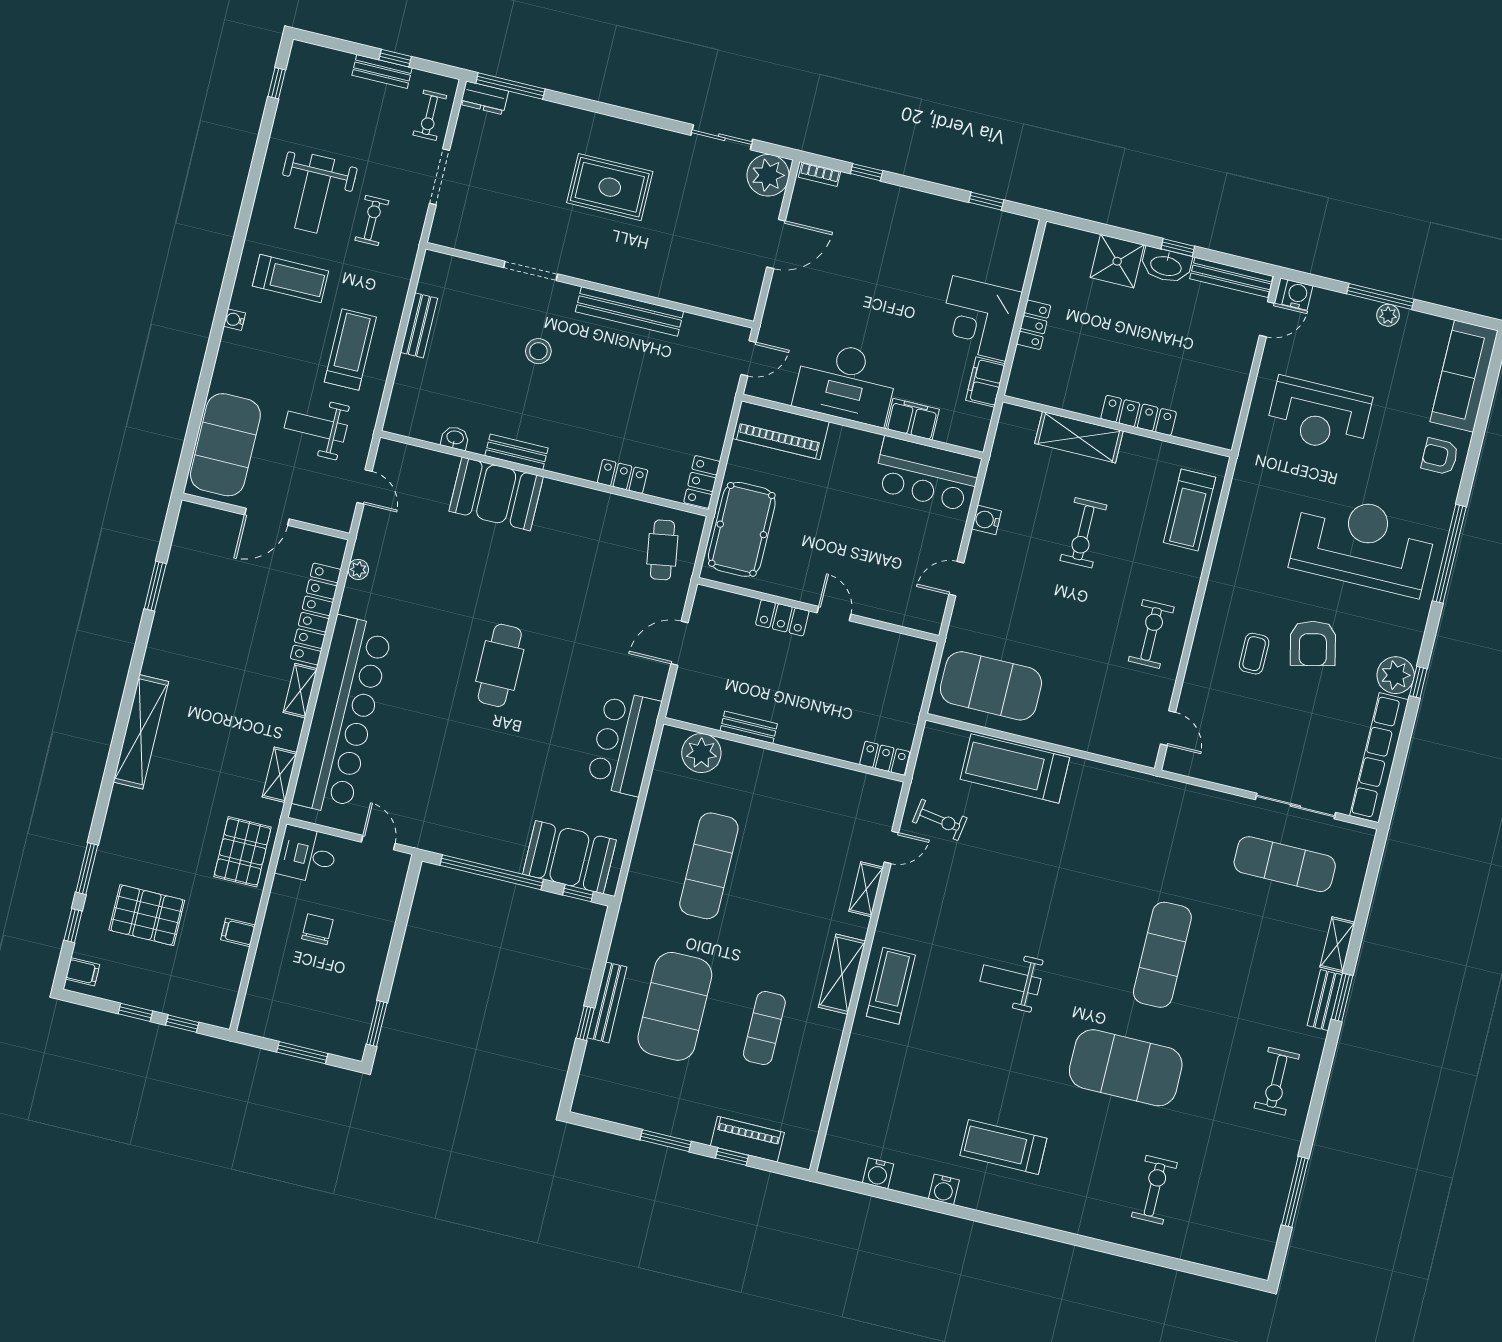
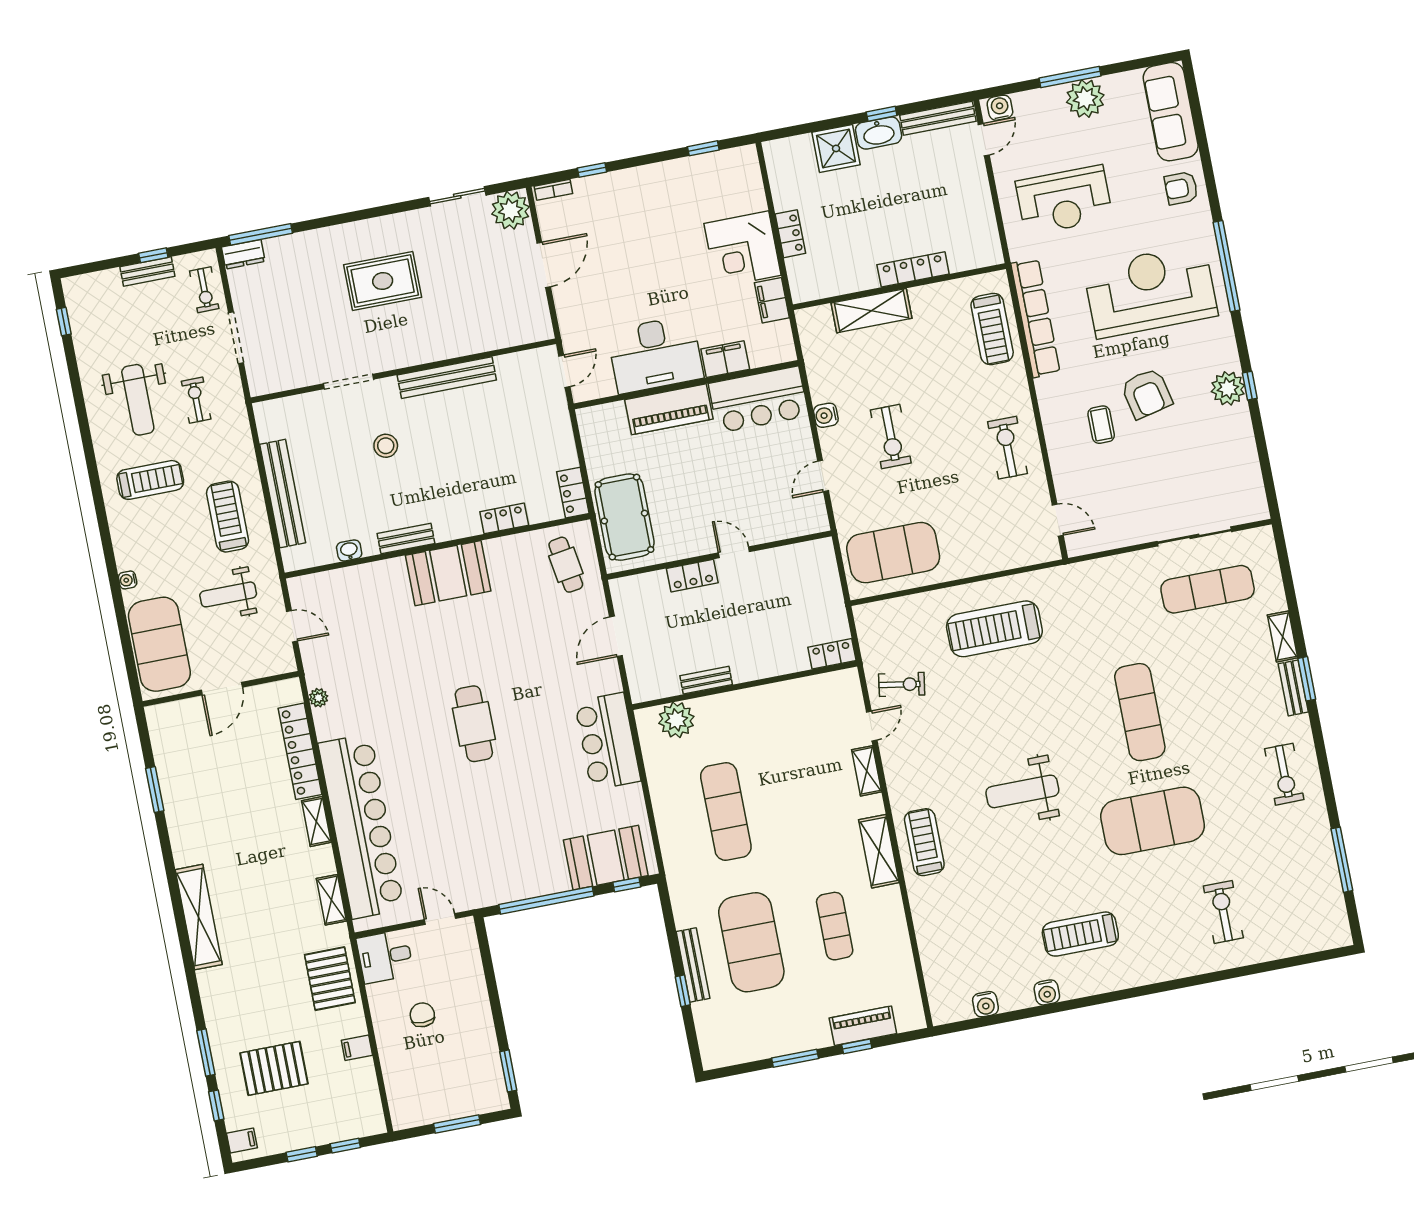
plant: (1388, 315) -> (1085, 99), width x1.88, depth x1.88
water cooler: (234, 320) -> (128, 580), moved
bench: (419, 325) -> (283, 494), width x1.86, depth x1.21
piano: (781, 430) -> (669, 409), moved
booth: (496, 494) -> (448, 573), moved
exercise bike: (1083, 533) -> (891, 436), moved
row of seats: (1379, 758) -> (1035, 318), moved, turned 180
treadmill: (1015, 768) -> (994, 629), moved
weight bench: (1011, 980) -> (1022, 791), width x1.36, depth x1.33

